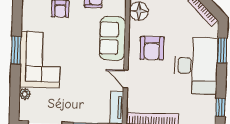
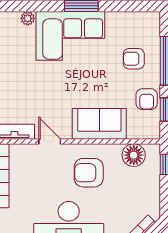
door: (126, 79) -> (50, 142), hinge flipped

